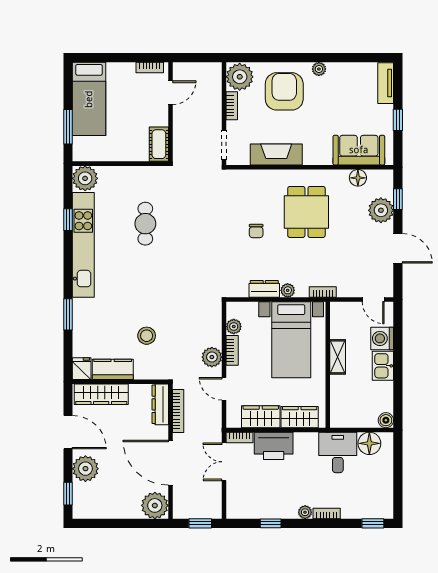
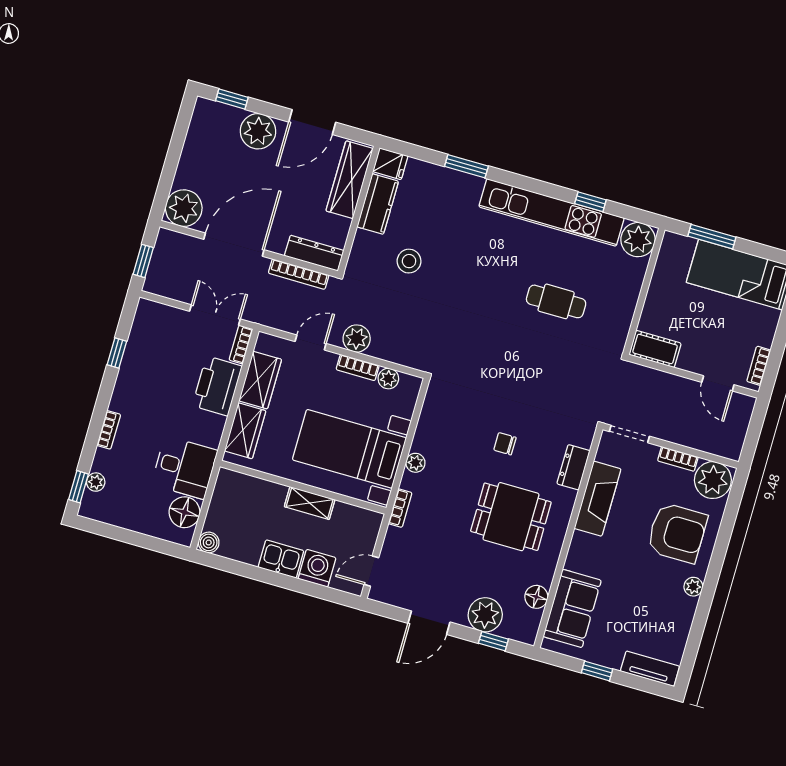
dresser: (264, 289) -> (573, 467), moved, turned 180
plant: (305, 512) -> (96, 482), moved

